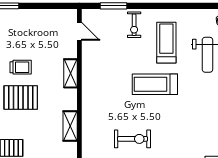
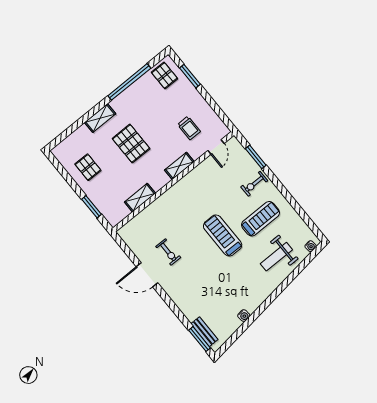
trolley: (21, 67) -> (189, 128), moved
exercise bike: (133, 139) -> (168, 252), width x0.73, depth x0.72

